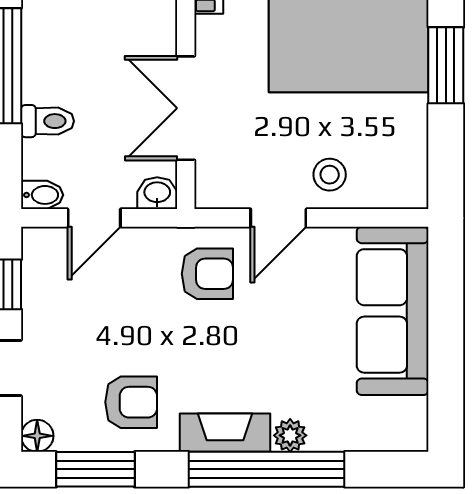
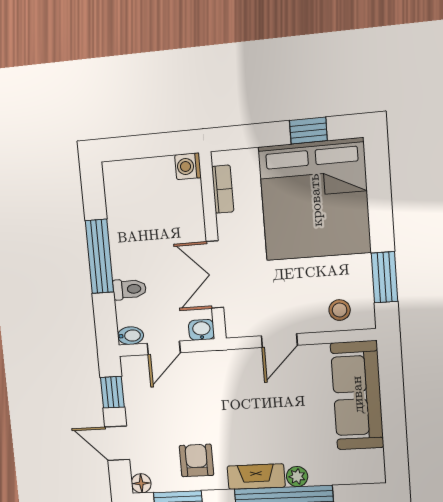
window: (446, 65) -> (384, 277), moved
stool: (330, 175) -> (340, 310), moved
armchair: (207, 274) -> (237, 379), removed
armchair: (131, 402) -> (196, 460), turned -90

